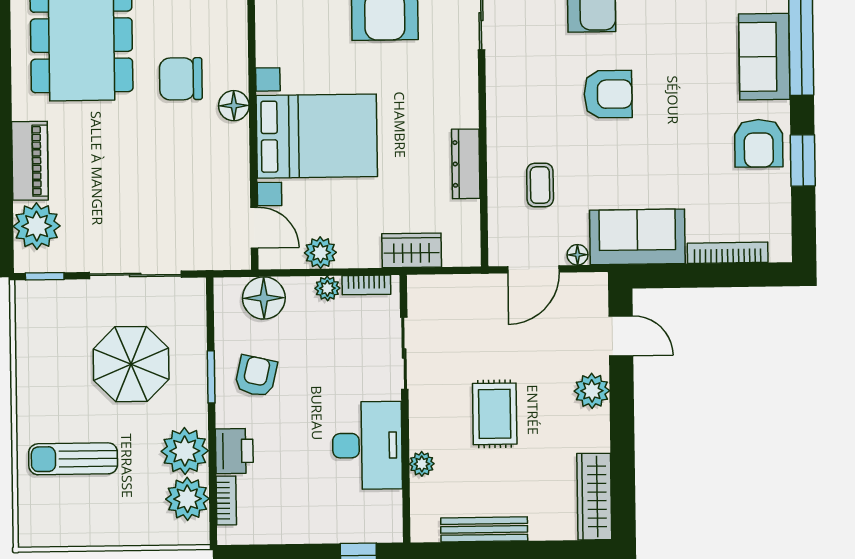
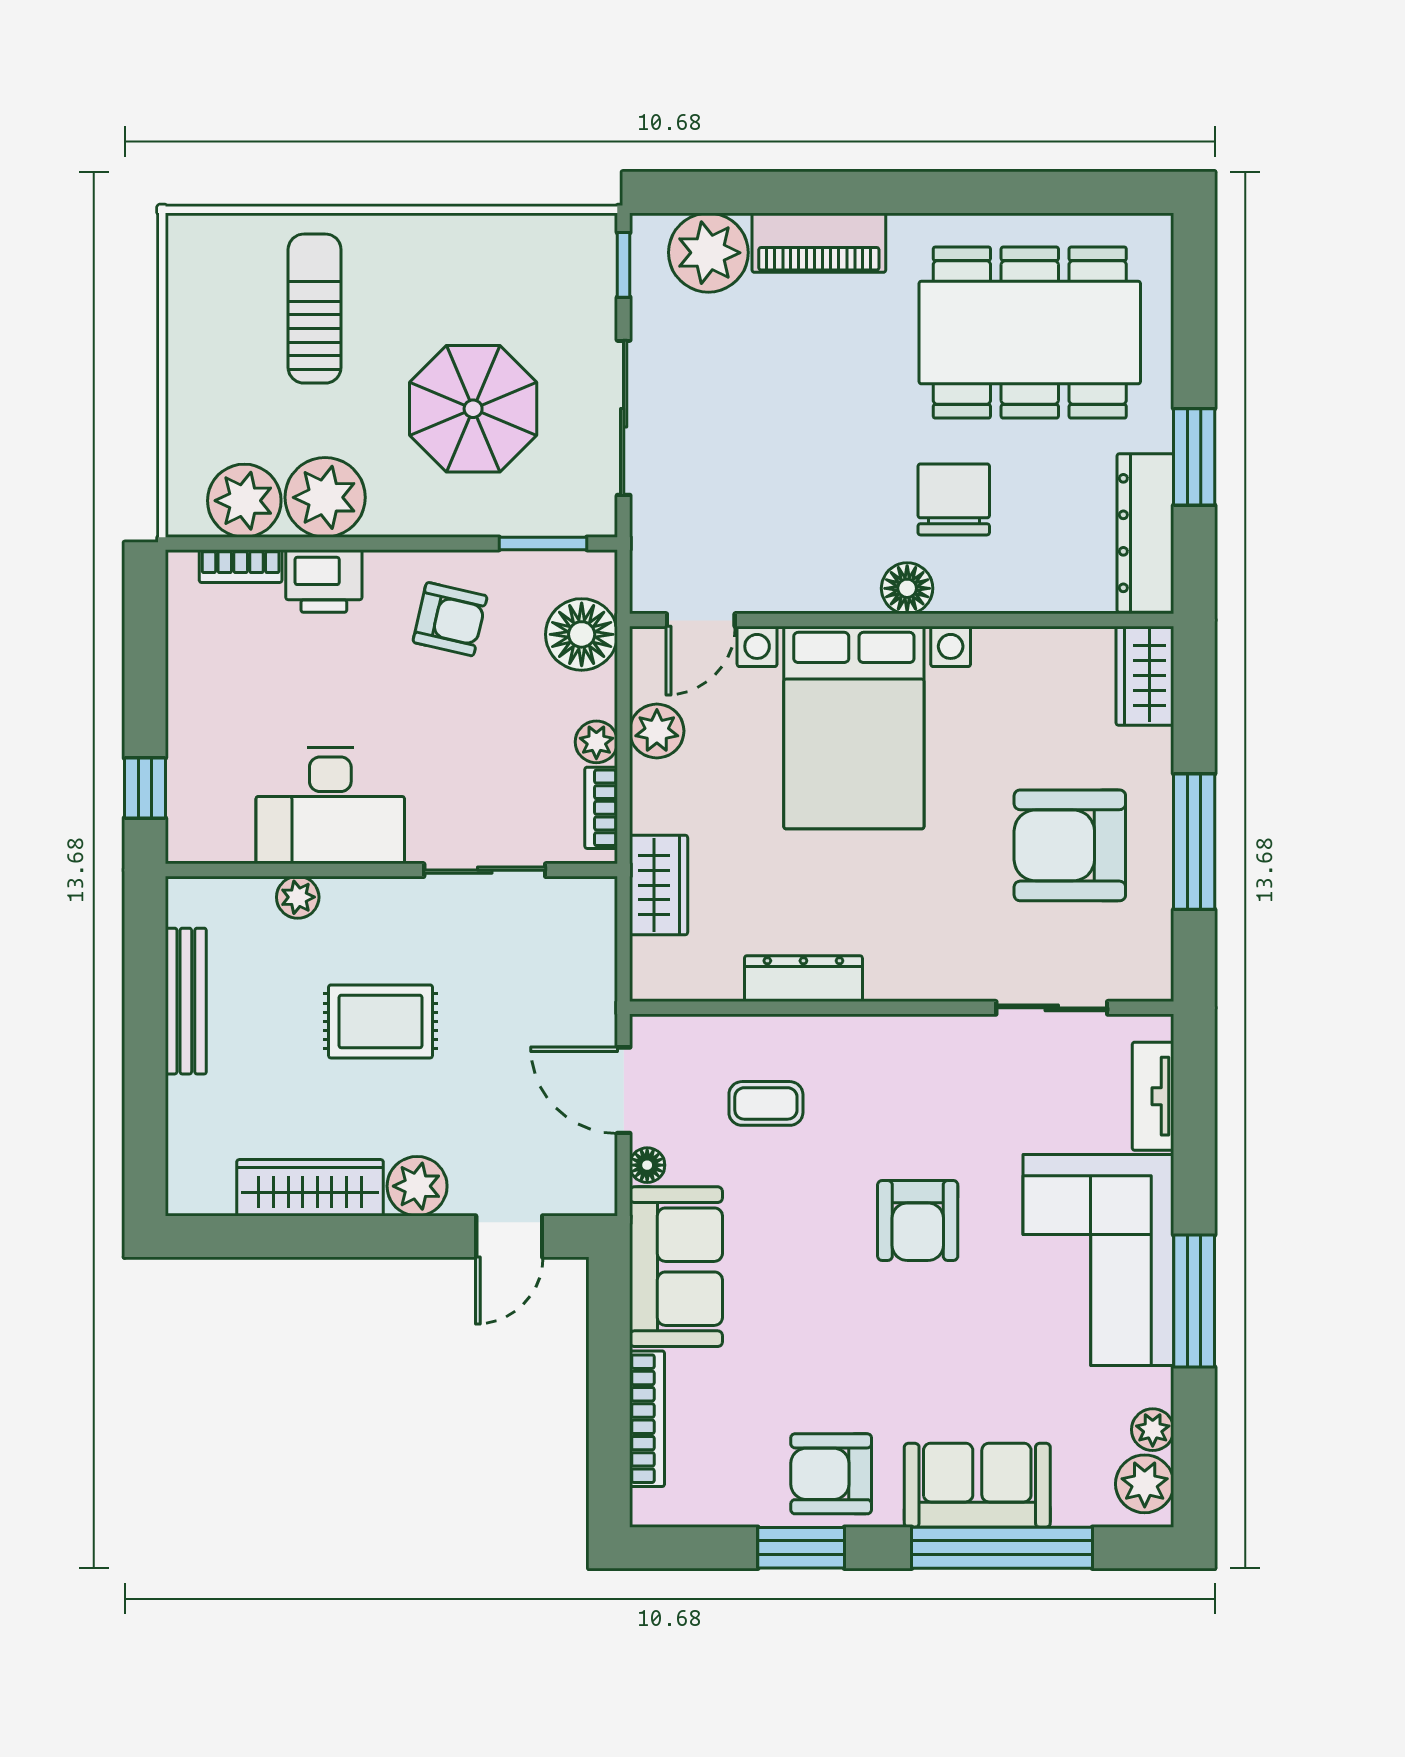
window: (211, 377) -> (543, 543), moved
wardrobe: (594, 497) -> (310, 1188), moved

